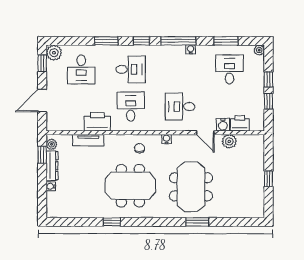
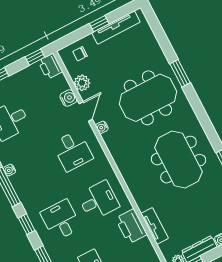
window: (269, 101) -> (35, 57), moved
desk: (131, 107) -> (98, 201), turned 180
printer: (240, 123) -> (50, 66), moved
water cooler: (167, 139) -> (102, 127), moved
chair: (140, 148) -> (80, 54), moved
tv unit: (259, 190) -> (116, 28), added

